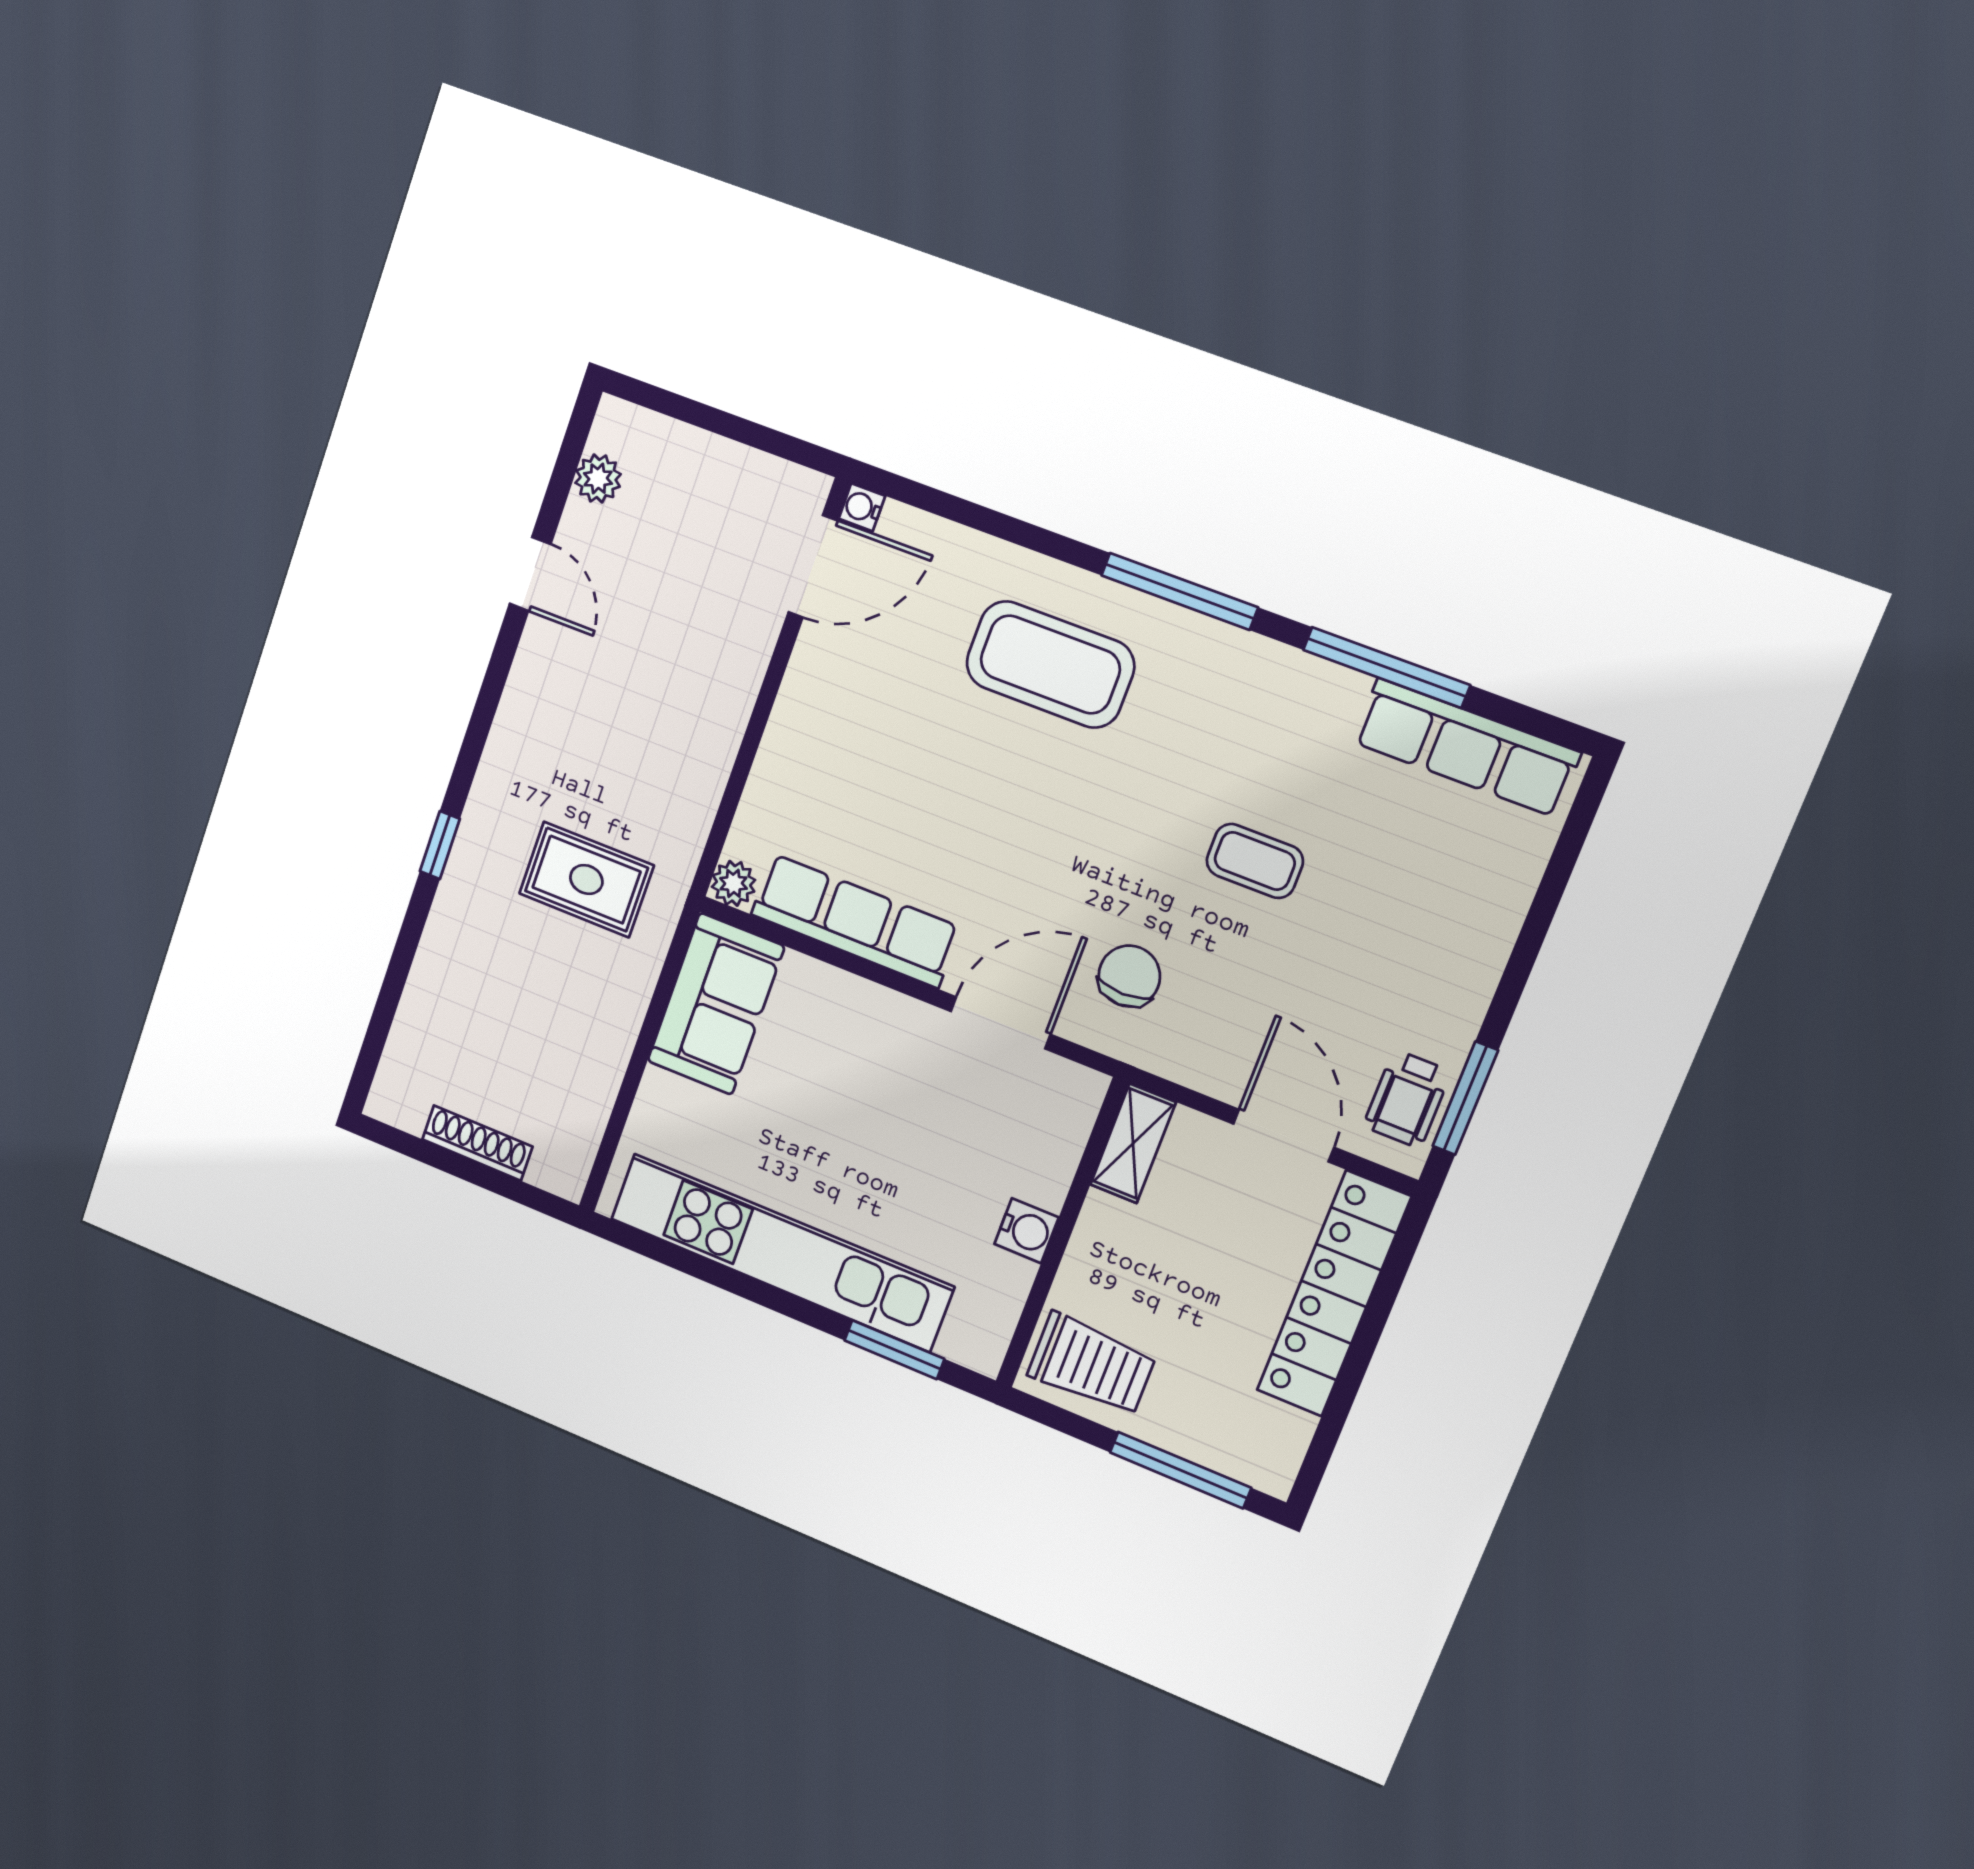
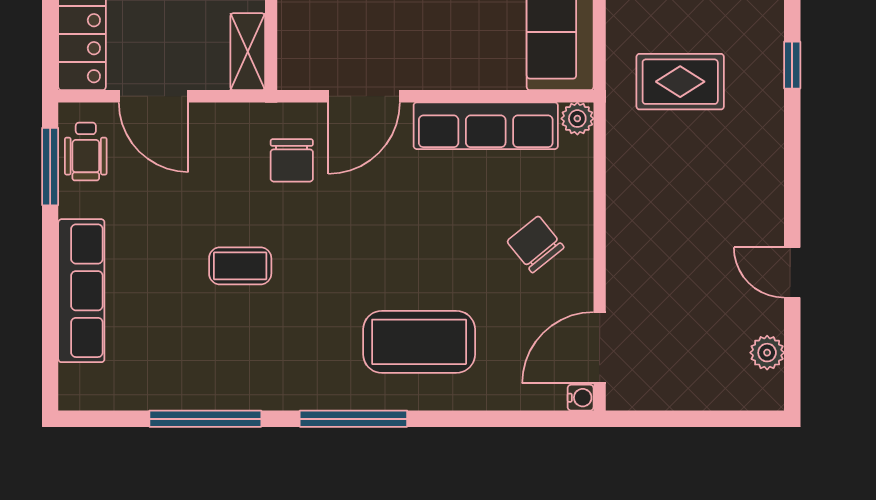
chair: (847, 738) -> (535, 244), added
row of seats: (1466, 747) -> (81, 291), moved, turned 90
wheelchair: (1407, 1099) -> (86, 152), turned 180

